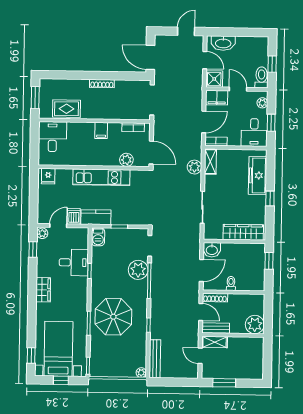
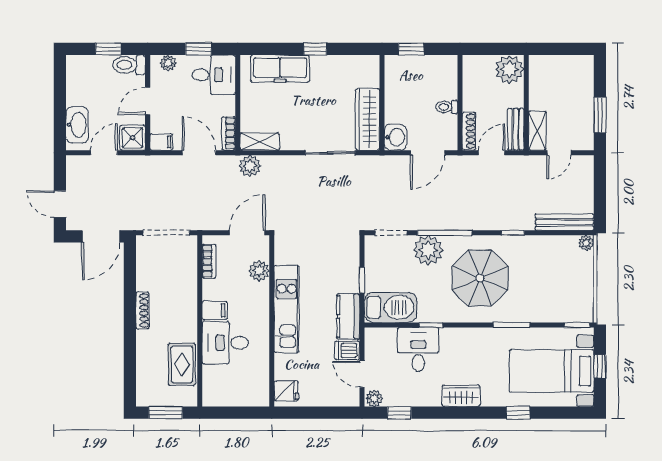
door: (186, 31) -> (60, 204), moved
filing cabinet: (217, 98) -> (161, 142), width x0.50
desk: (52, 137) -> (225, 343), moved
plant: (194, 167) -> (250, 166), moved
wardrobe: (243, 232) -> (368, 119), moved
barbecue: (98, 237) -> (391, 307), width x1.88, depth x1.53
door: (201, 271) -> (428, 153), swing flipped
parasol: (113, 317) -> (480, 278), moved
window: (31, 355) -> (518, 413), moved

